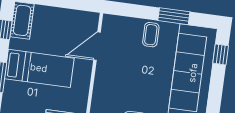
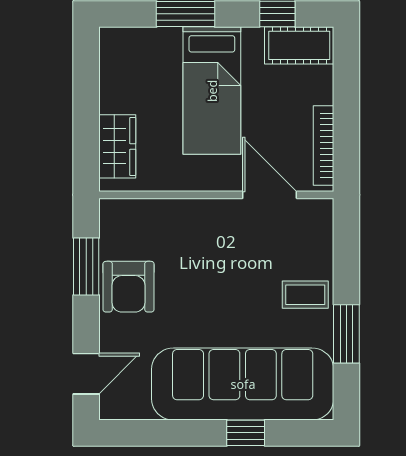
bookcase: (75, 15) -> (323, 145), added
window: (221, 54) -> (246, 433), moved

